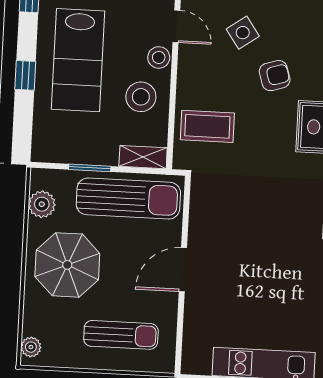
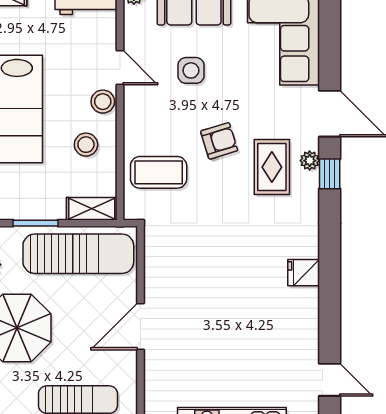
side table: (243, 33) -> (191, 70), turned 35
armchair: (275, 76) -> (219, 141), moved
stool: (141, 97) -> (86, 145), width x0.73, depth x0.73

